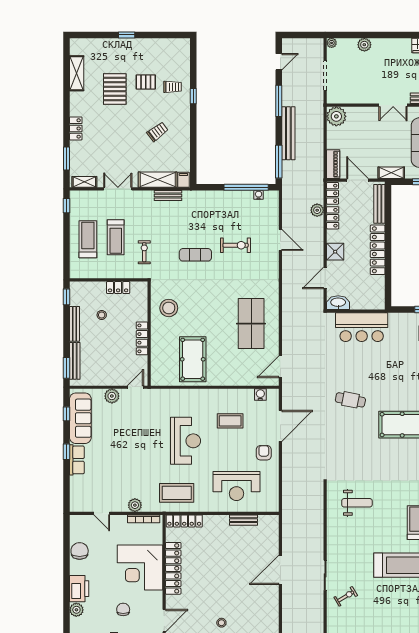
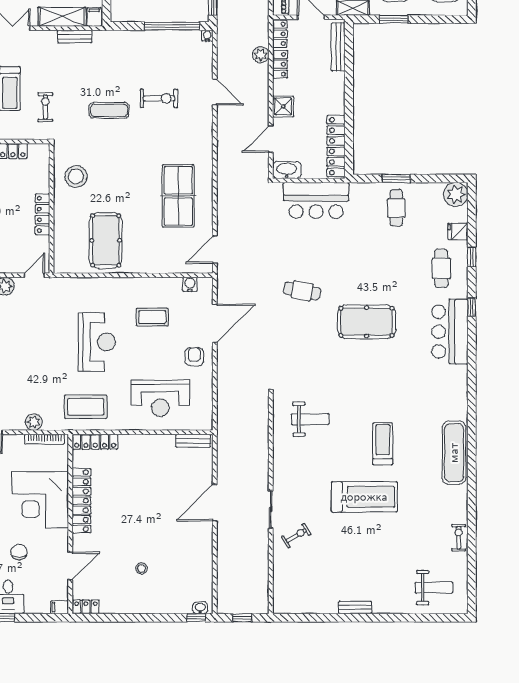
water cooler: (259, 195) -> (207, 36), moved
locker: (378, 250) -> (336, 146), moved
bench: (244, 520) -> (193, 441), moved

